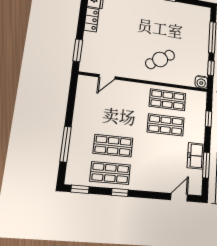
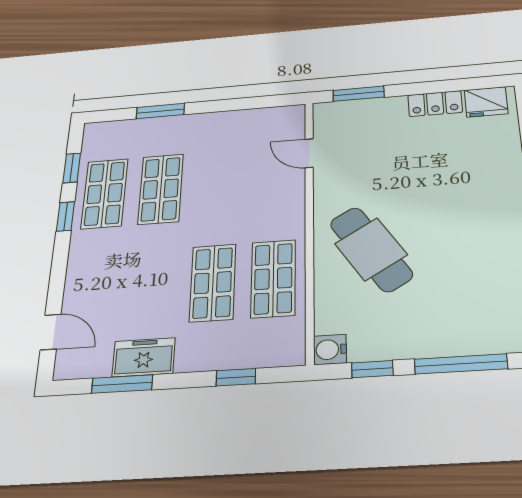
cafe table: (160, 59) -> (371, 249), width x1.37, depth x1.35
window: (66, 144) -> (160, 111), width x0.69
window: (80, 189) -> (72, 168), moved

